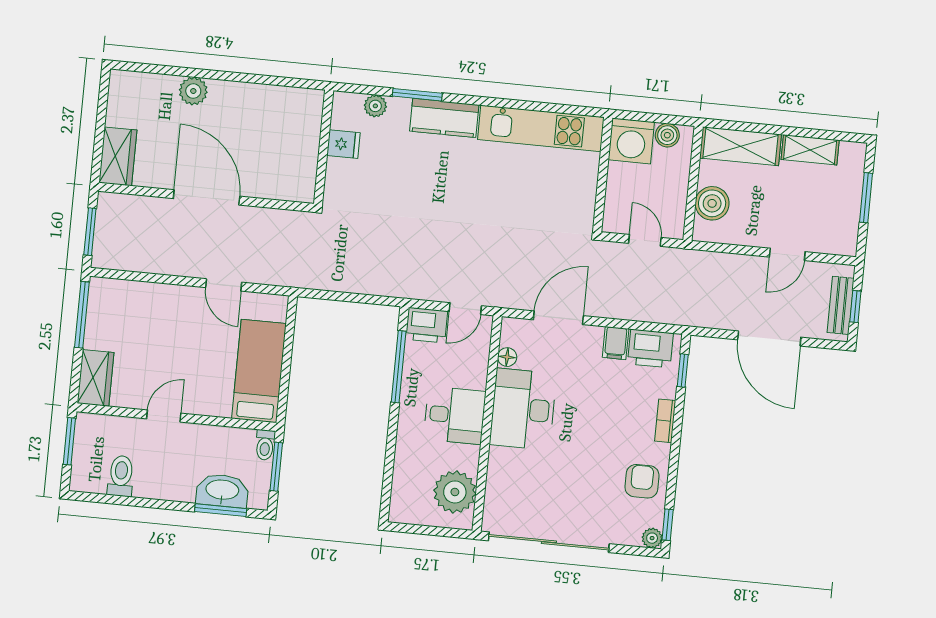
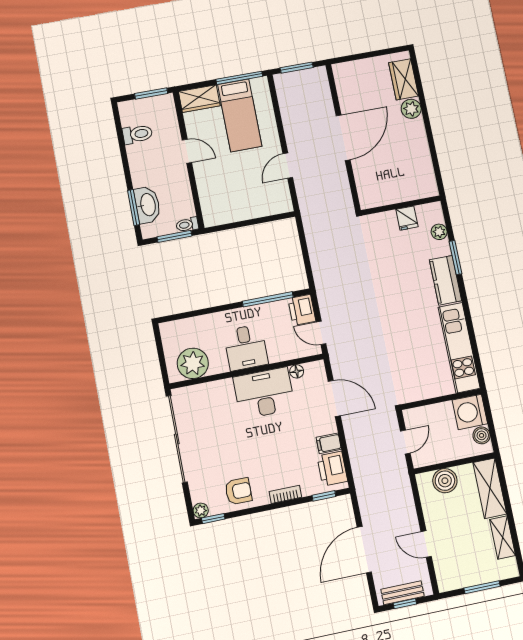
wardrobe: (118, 156) -> (403, 79), moved, turned 90
bed: (259, 371) -> (240, 115), moved, turned 90

